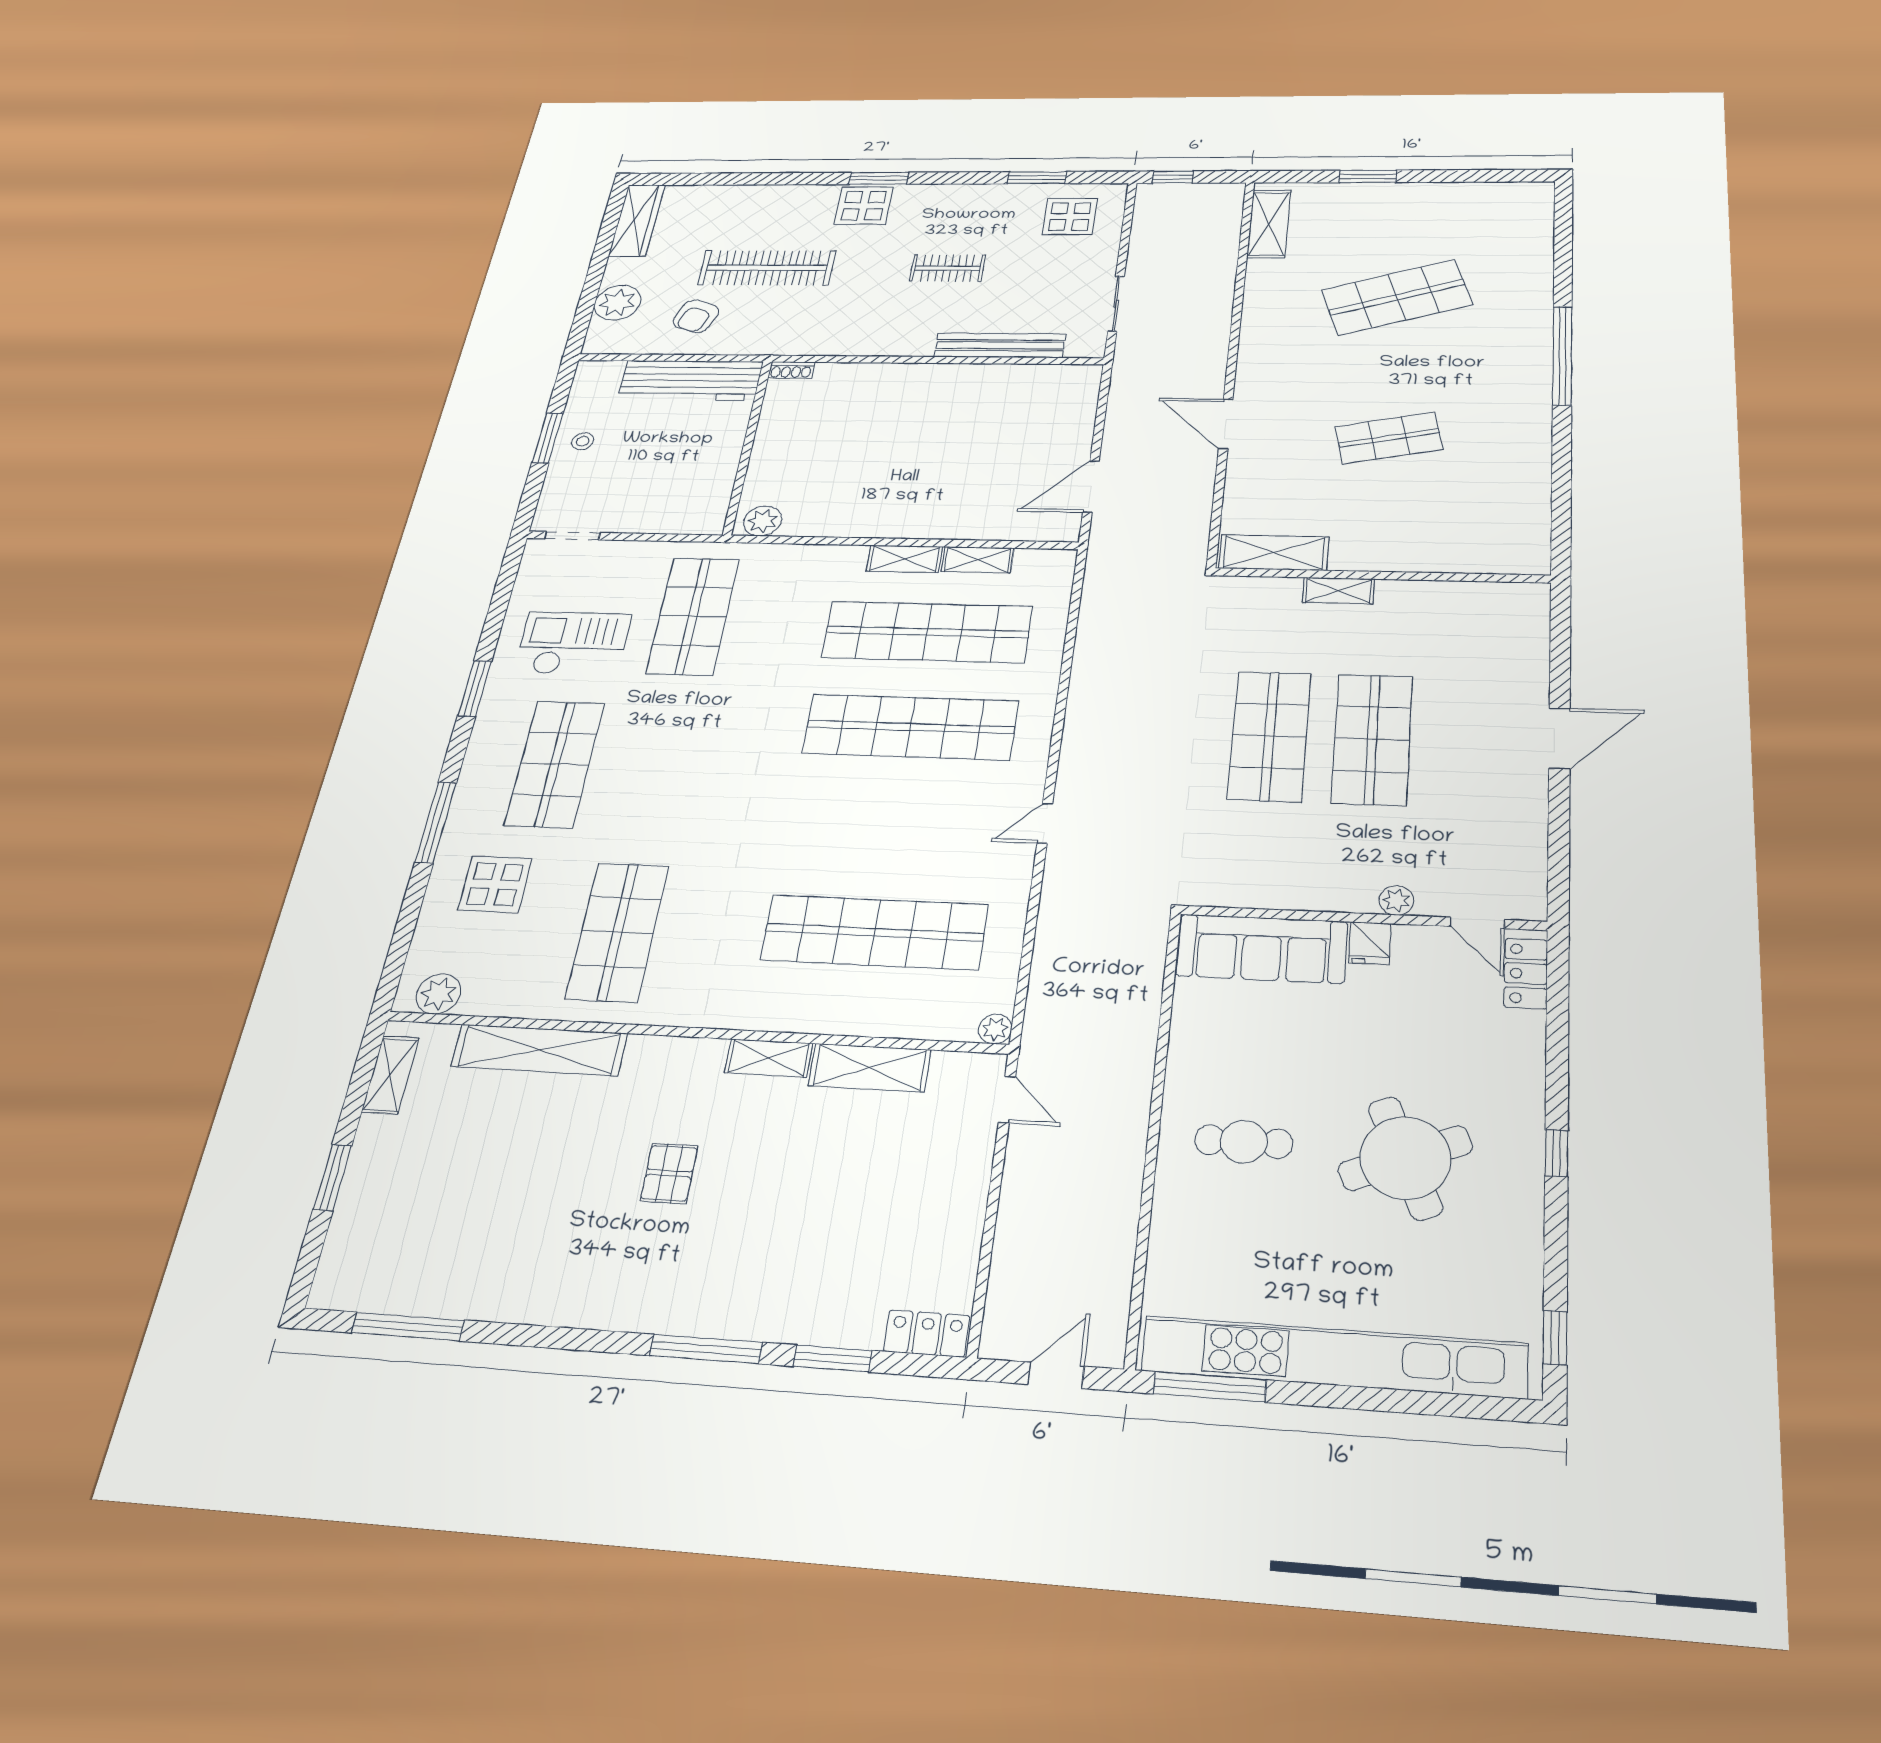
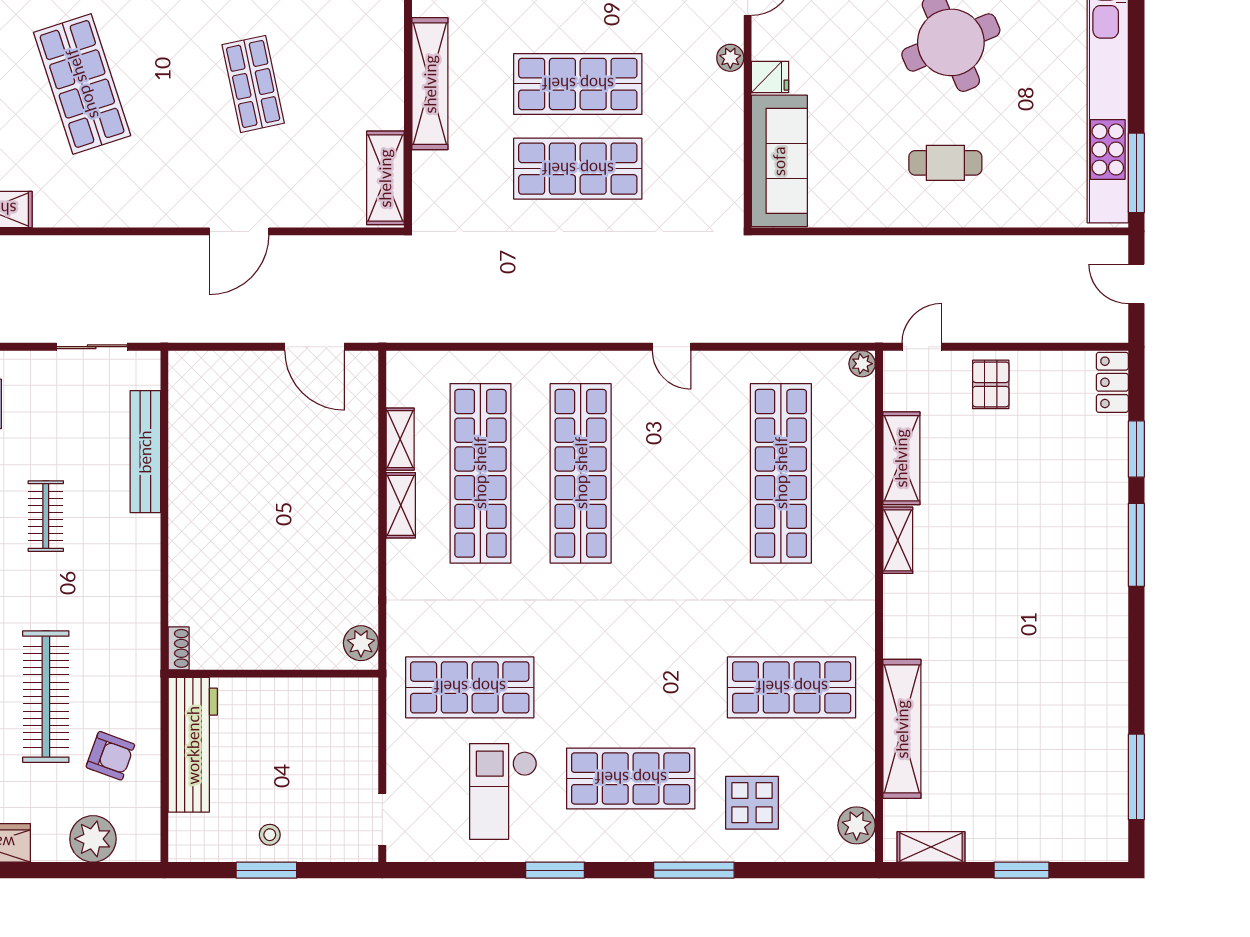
shelving: (1338, 591) -> (430, 84), width x2.20, depth x1.33
cafe table: (1244, 1142) -> (945, 163), turned 90
pallet: (669, 1173) -> (991, 384), moved, turned 90

